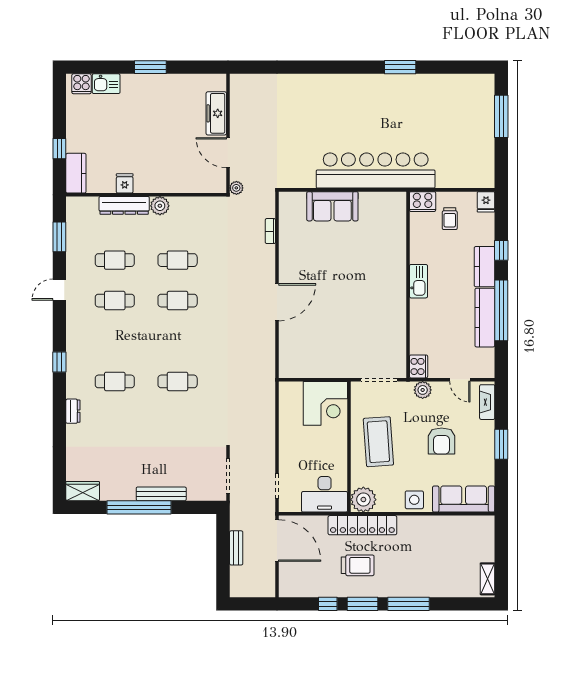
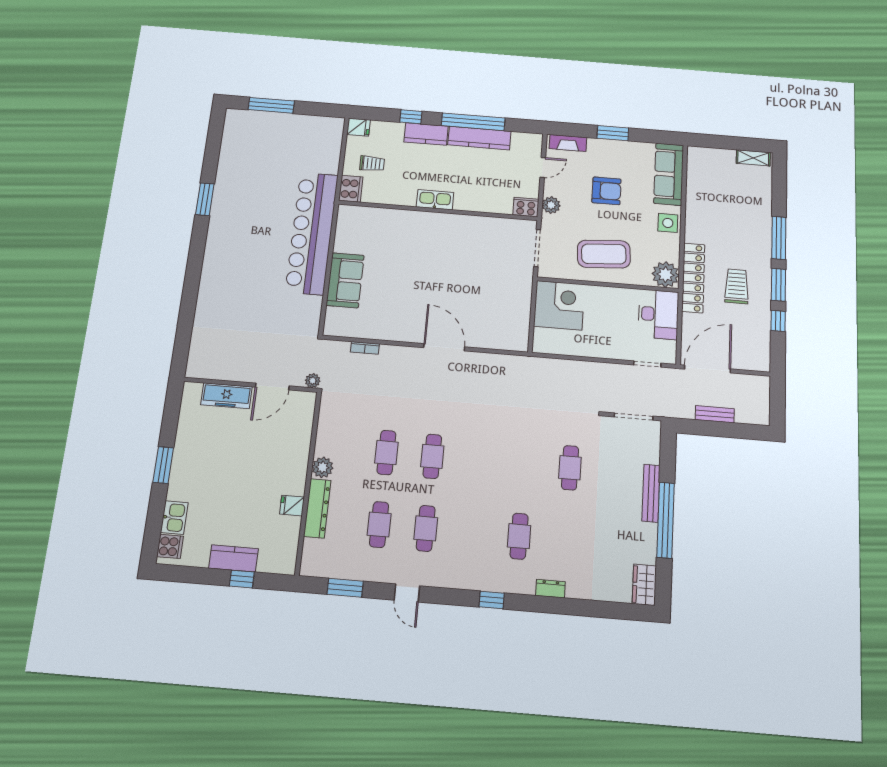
kitchen counter: (76, 173) -> (233, 558), moved
cafe table: (178, 381) -> (570, 468), moved

